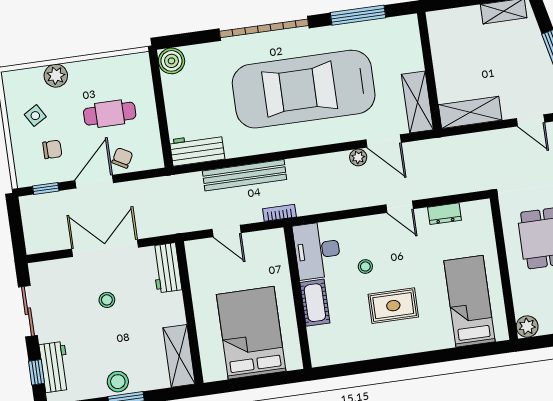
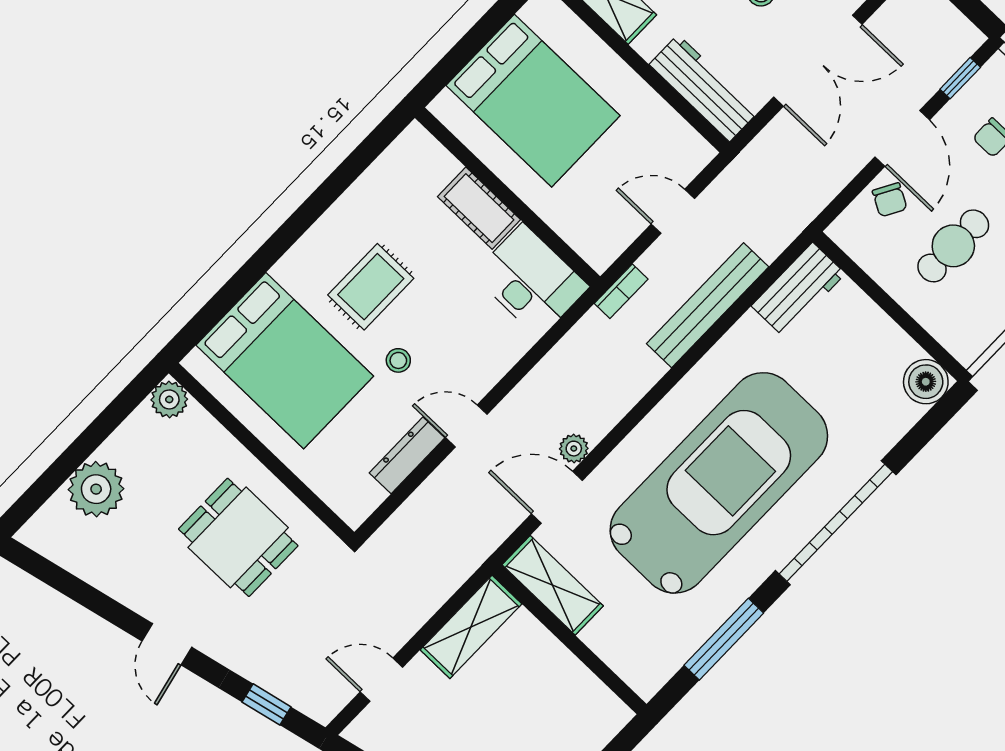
dresser: (444, 214) -> (407, 455), width x1.44
stool: (365, 266) -> (398, 360), moved
workbench: (166, 268) -> (704, 88), width x1.38
bed: (470, 301) -> (285, 361), width x1.50

